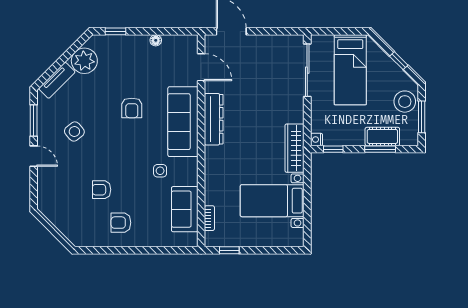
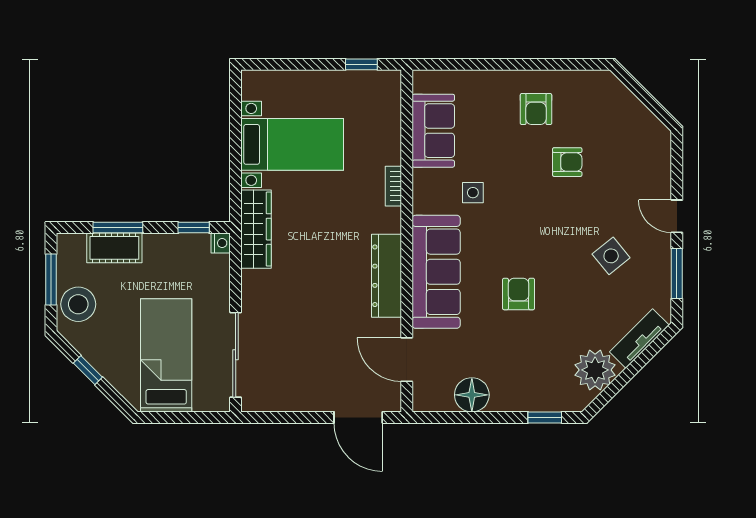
floor lamp: (156, 40) -> (472, 395), width x1.89, depth x1.89
bookcase: (209, 218) -> (393, 186), moved
armchair: (121, 223) -> (536, 109), turned 90

